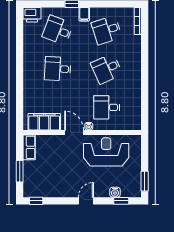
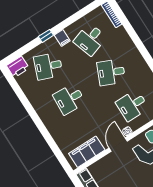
desk: (107, 69) -> (111, 72), turned 48
door: (74, 132) -> (118, 144), hinge flipped

